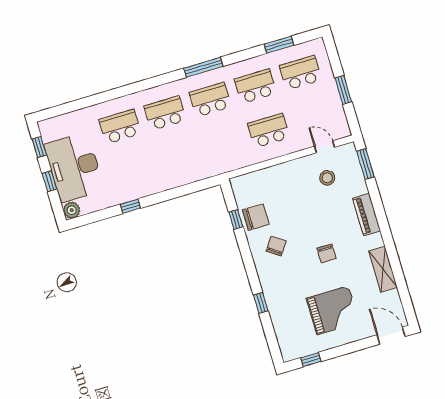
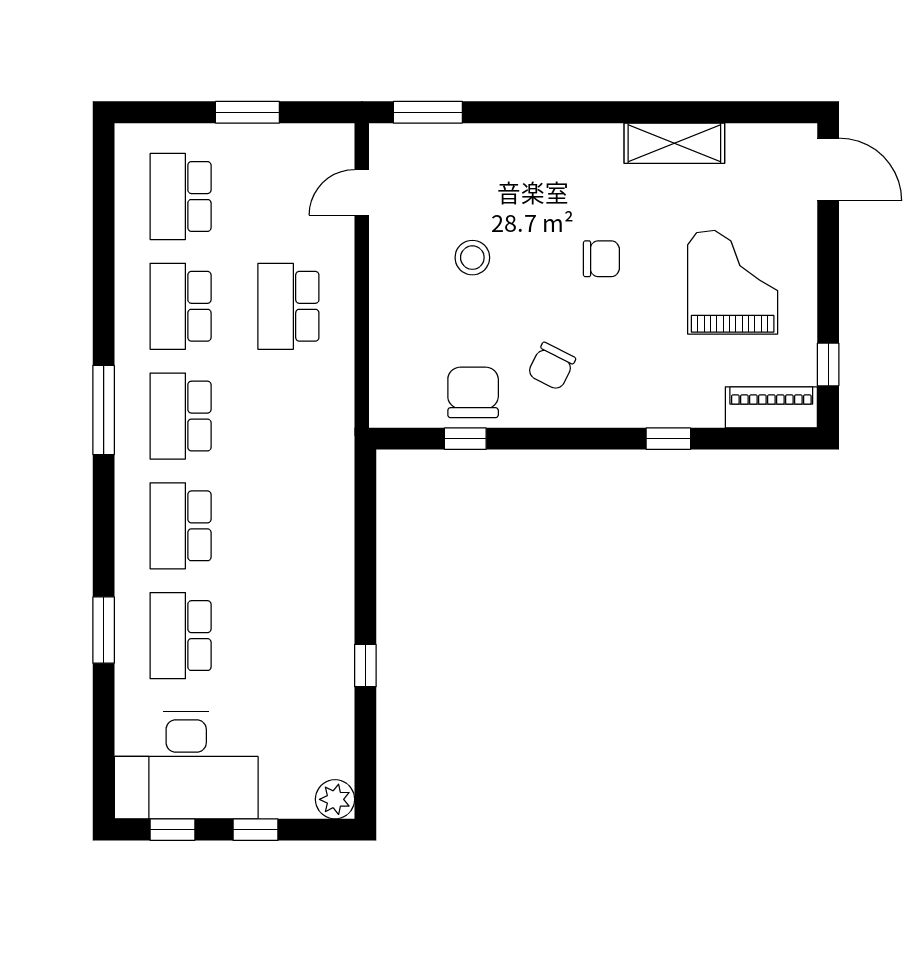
window: (279, 45) -> (104, 630), moved
desk: (74, 167) -> (186, 765), moved
stool: (327, 178) -> (472, 258), moved
piano: (366, 215) -> (771, 407), moved, turned 180
chair: (276, 246) -> (552, 366), turned -98
door: (391, 336) -> (828, 169), swing flipped

